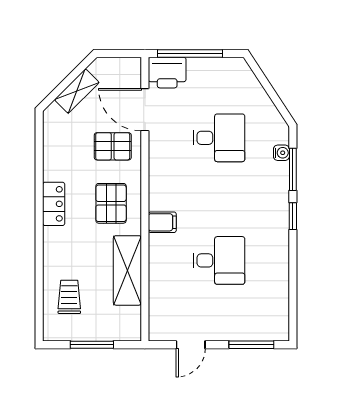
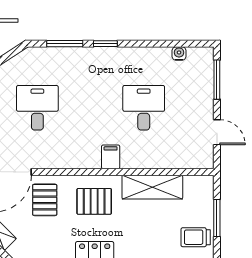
water cooler: (281, 153) -> (179, 54), moved
trolley: (69, 297) -> (196, 237), moved

